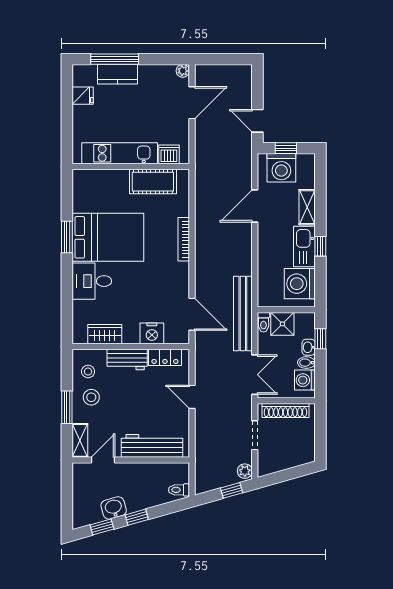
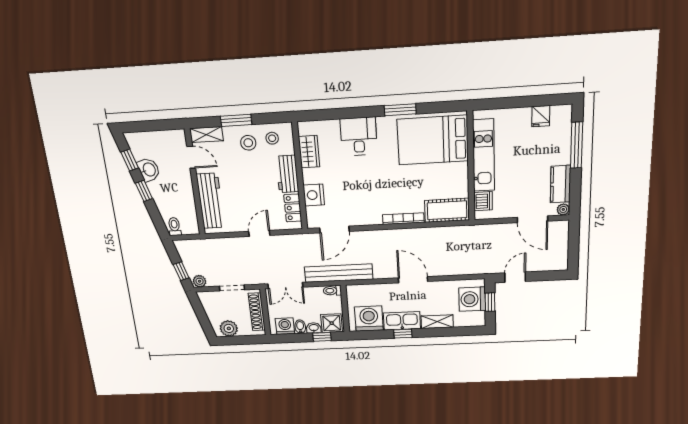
kitchen counter: (118, 74) -> (561, 184), moved
cot: (153, 182) -> (447, 210), moved, turned 90
door: (255, 206) -> (413, 280), moved
bed: (108, 237) -> (433, 140), moved, turned 90
shower: (282, 324) -> (332, 323), moved
plant: (305, 445) -> (229, 328), added

